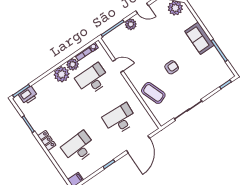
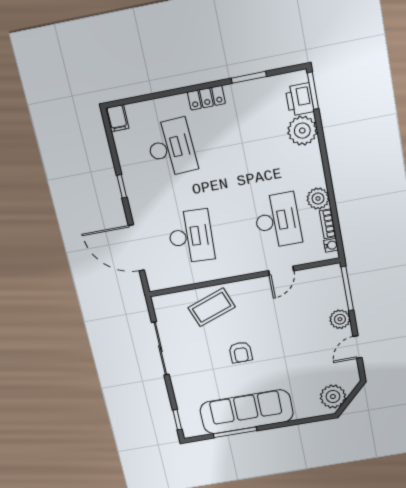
sofa: (199, 38) -> (247, 412), width x1.85, depth x1.27
plant: (62, 74) -> (302, 131), moved

